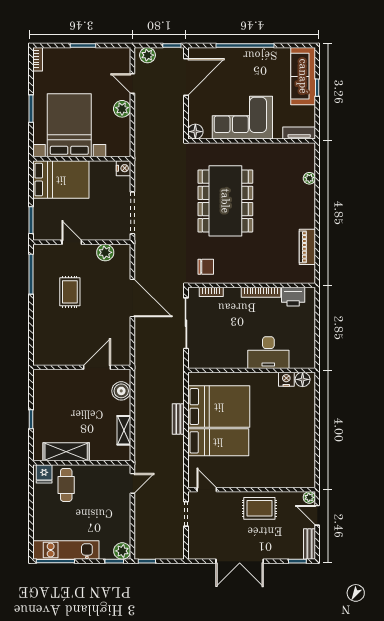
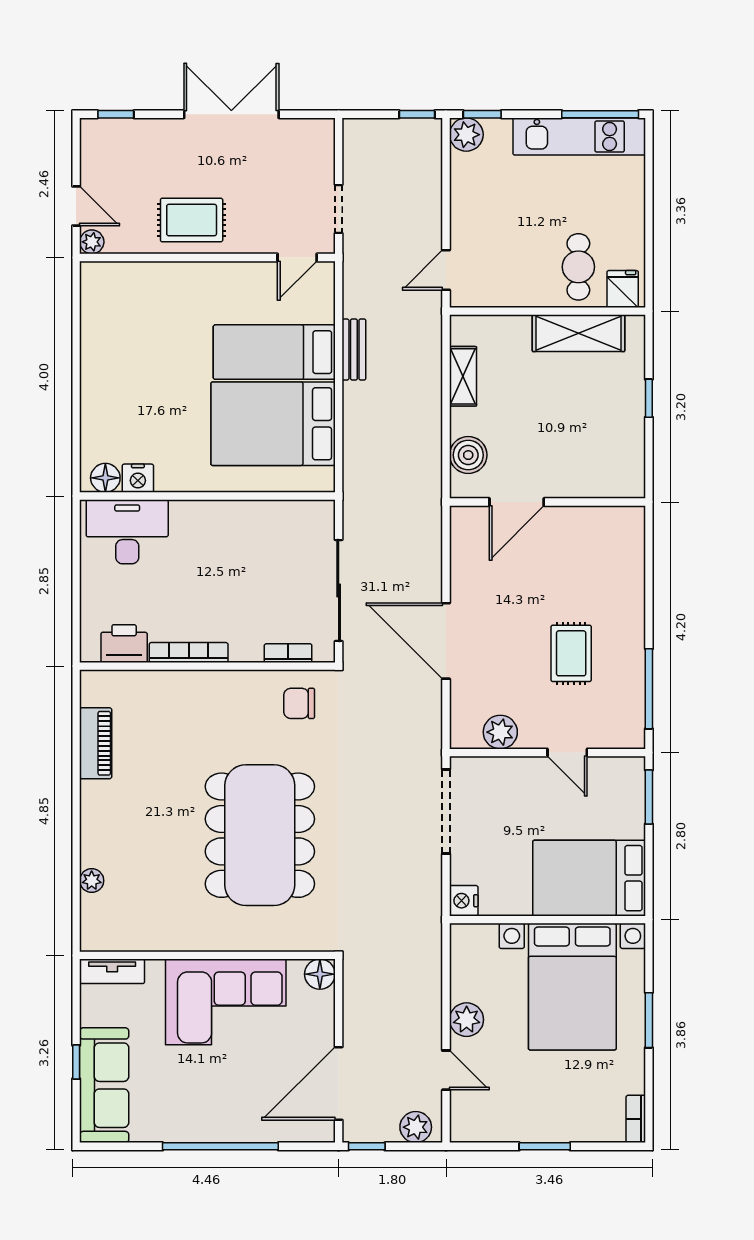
desk: (268, 353) -> (127, 532), moved
bench: (178, 419) -> (354, 349), moved
door: (207, 490) -> (297, 257), hinge flipped
bench: (309, 544) -> (92, 149), removed

